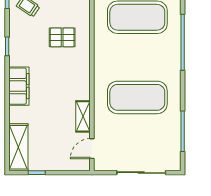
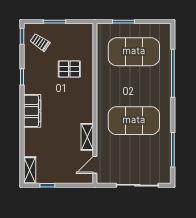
shelving: (18, 147) -> (30, 170), width x0.67, depth x0.75

